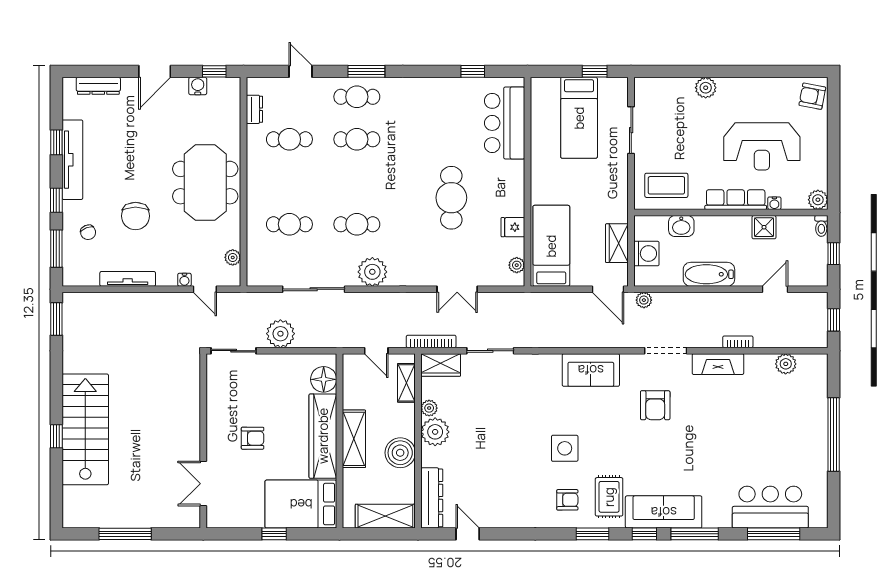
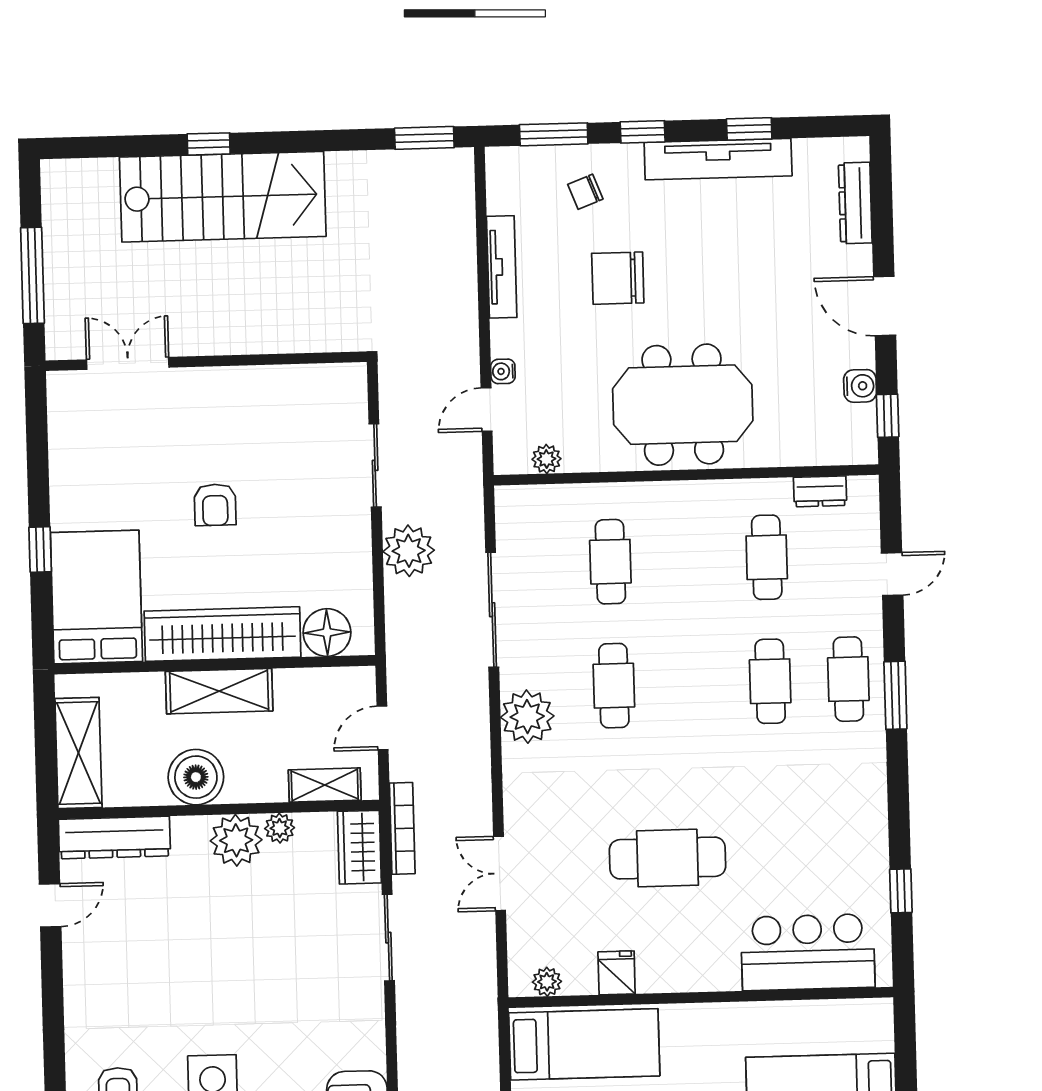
wall: (203, 441) -> (206, 361), moved
double door: (203, 484) -> (128, 363), moved

